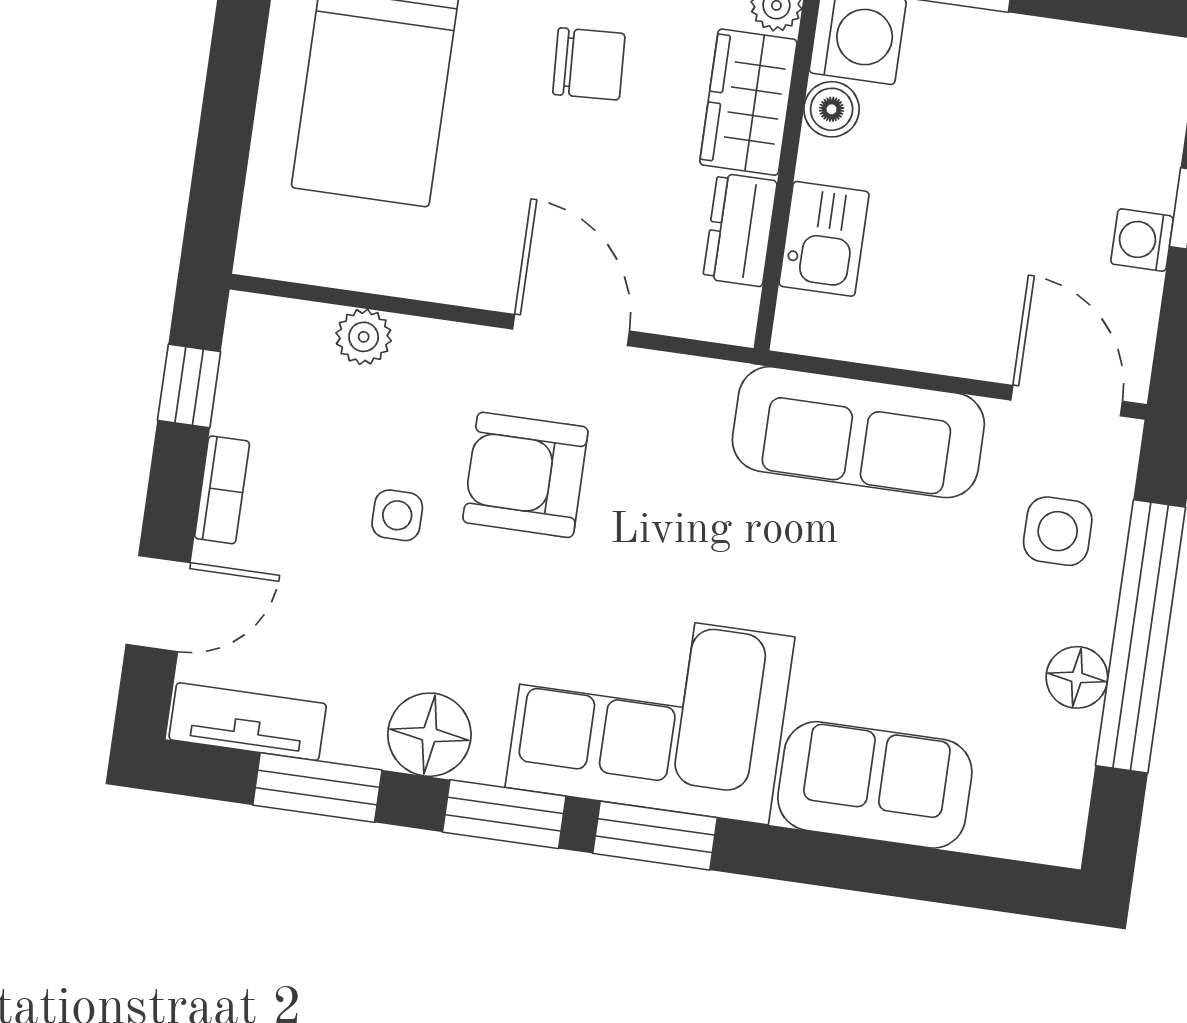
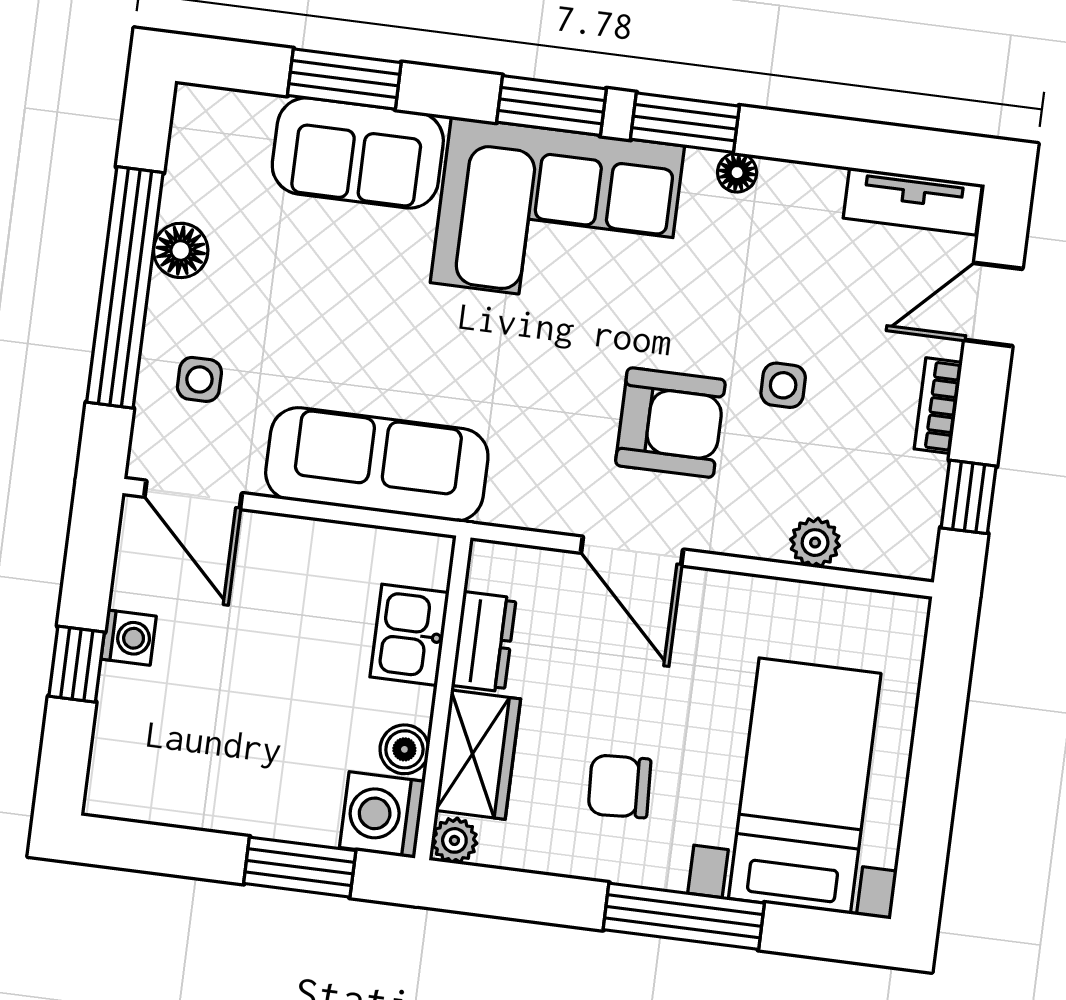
side table: (1058, 531) -> (199, 379), width x0.73, depth x0.73
floor lamp: (429, 735) -> (737, 173), width x0.53, depth x0.53
window: (317, 788) -> (344, 79), moved

